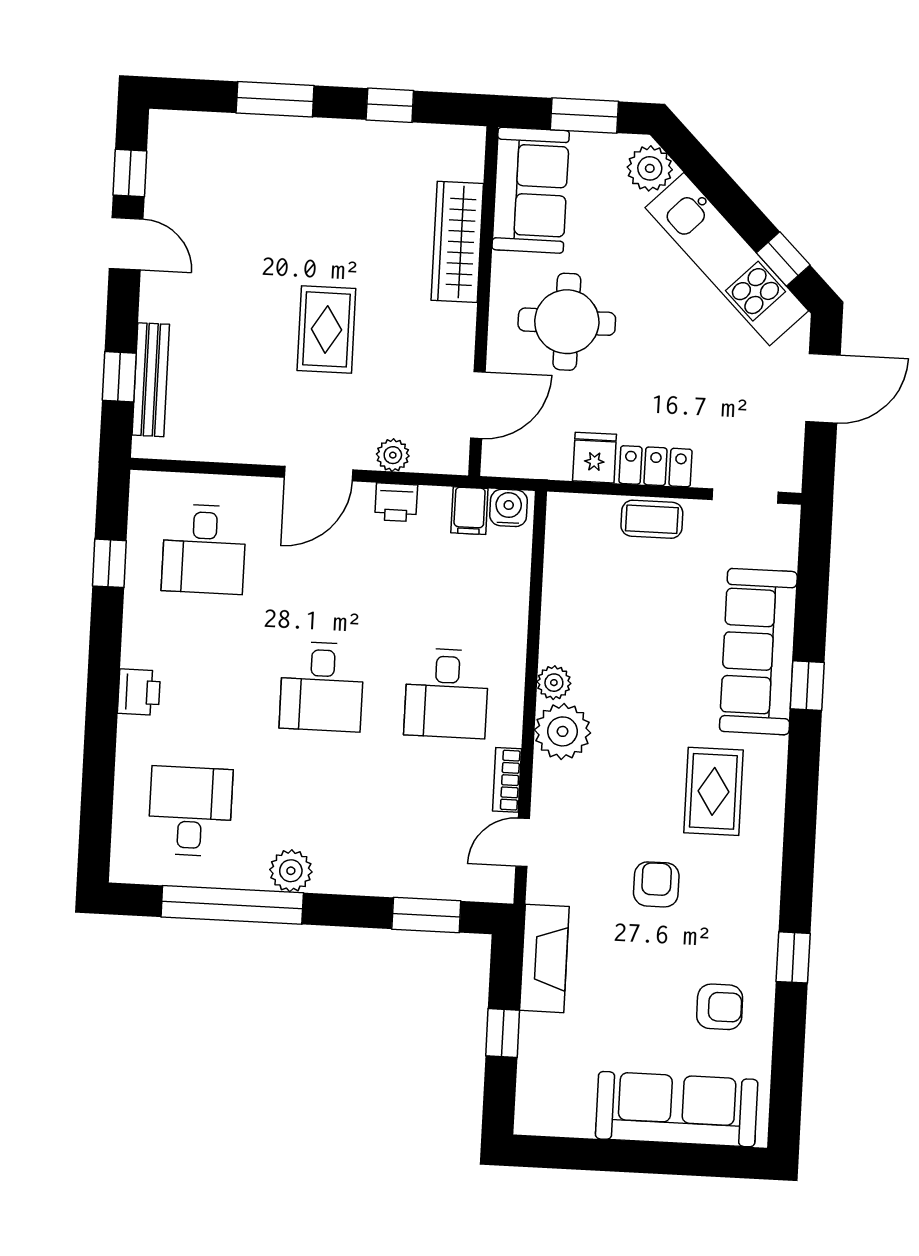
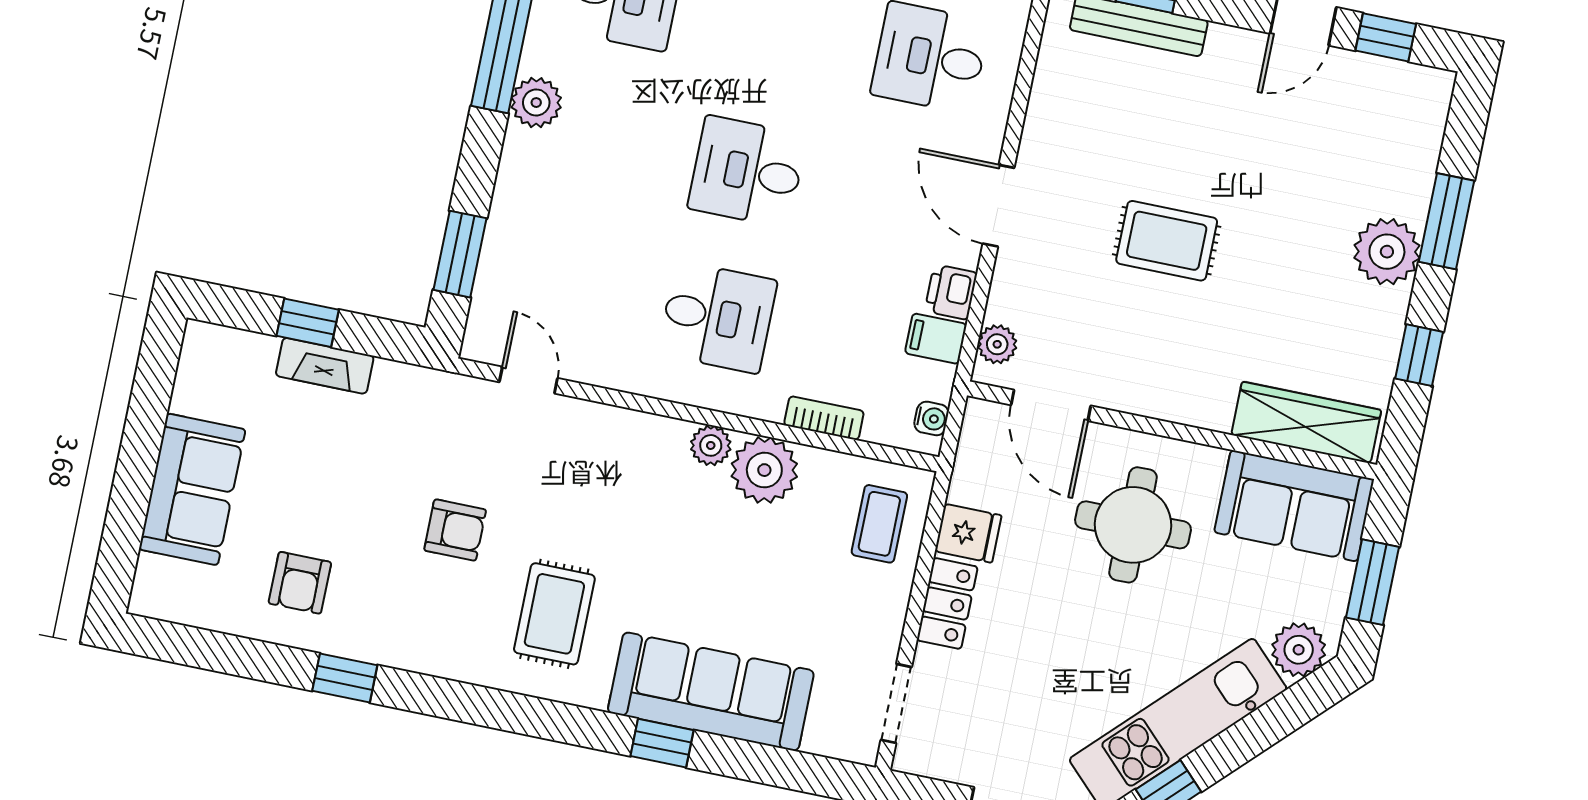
plant: (308, 145) -> (1387, 252), added
wardrobe: (457, 242) -> (1306, 423), moved
plant: (393, 455) -> (997, 344), moved
water cooler: (509, 508) -> (931, 418), width x0.72, depth x0.72
filing cabinet: (469, 511) -> (936, 339), moved
coffee table: (652, 519) -> (879, 524), moved
desk: (446, 693) -> (717, 317), turned 180
plant: (563, 731) -> (764, 470), moved
bookcase: (507, 780) -> (824, 418), moved
rug: (713, 791) -> (554, 614), turned 90
fireplace: (544, 958) -> (325, 366), moved, width x0.73, depth x0.76
sofa: (677, 1109) -> (192, 489), width x0.73

